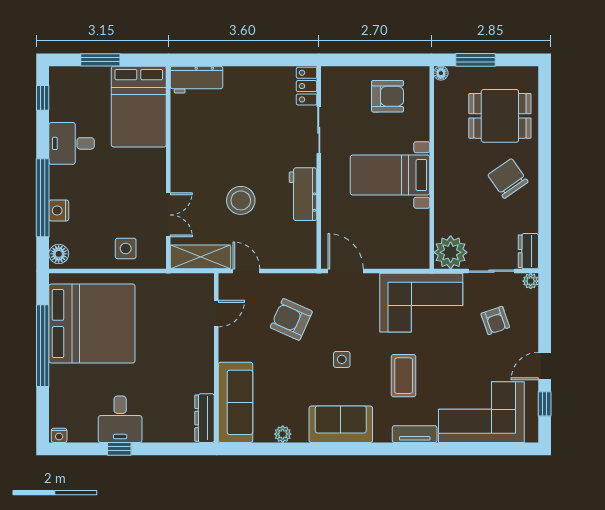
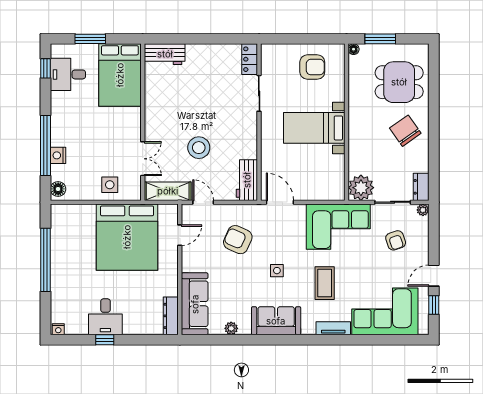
desk: (72, 143) -> (68, 74), moved
workbench: (303, 194) -> (247, 180), moved
bed: (92, 323) -> (127, 237), moved, turned 90

